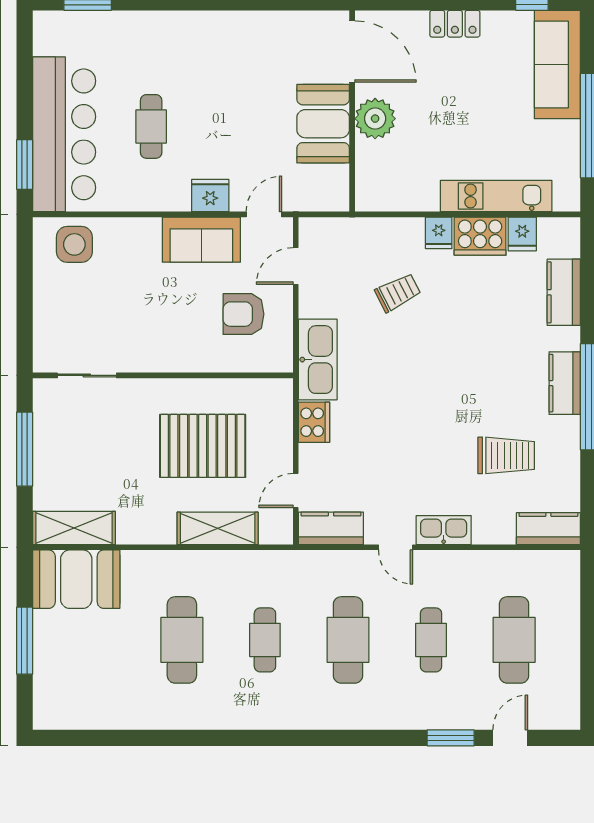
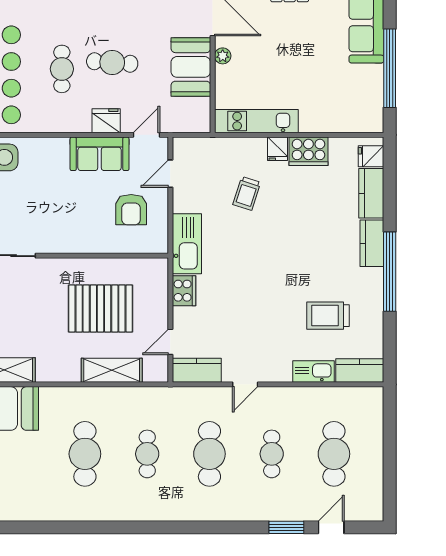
cafe table: (218, 118) -> (112, 63), added
plant: (375, 119) -> (223, 56), width x0.53, depth x0.53
kitchen unit: (496, 196) -> (256, 121), moved
fridge: (522, 234) -> (371, 156), moved, turned 90
trolley: (398, 293) -> (247, 193), turned 135
armchair: (243, 314) -> (131, 210), turned -90
kitchen counter: (565, 383) -> (372, 243), moved
trolley: (506, 455) -> (328, 316), turned 180
kitchen sink: (444, 530) -> (314, 372), moved
door: (396, 547) -> (245, 384), hinge flipped

